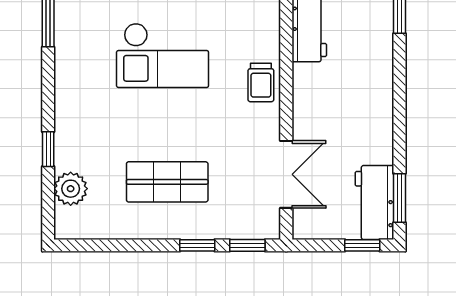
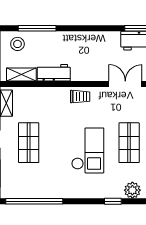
checkout: (163, 55) -> (88, 150), moved

